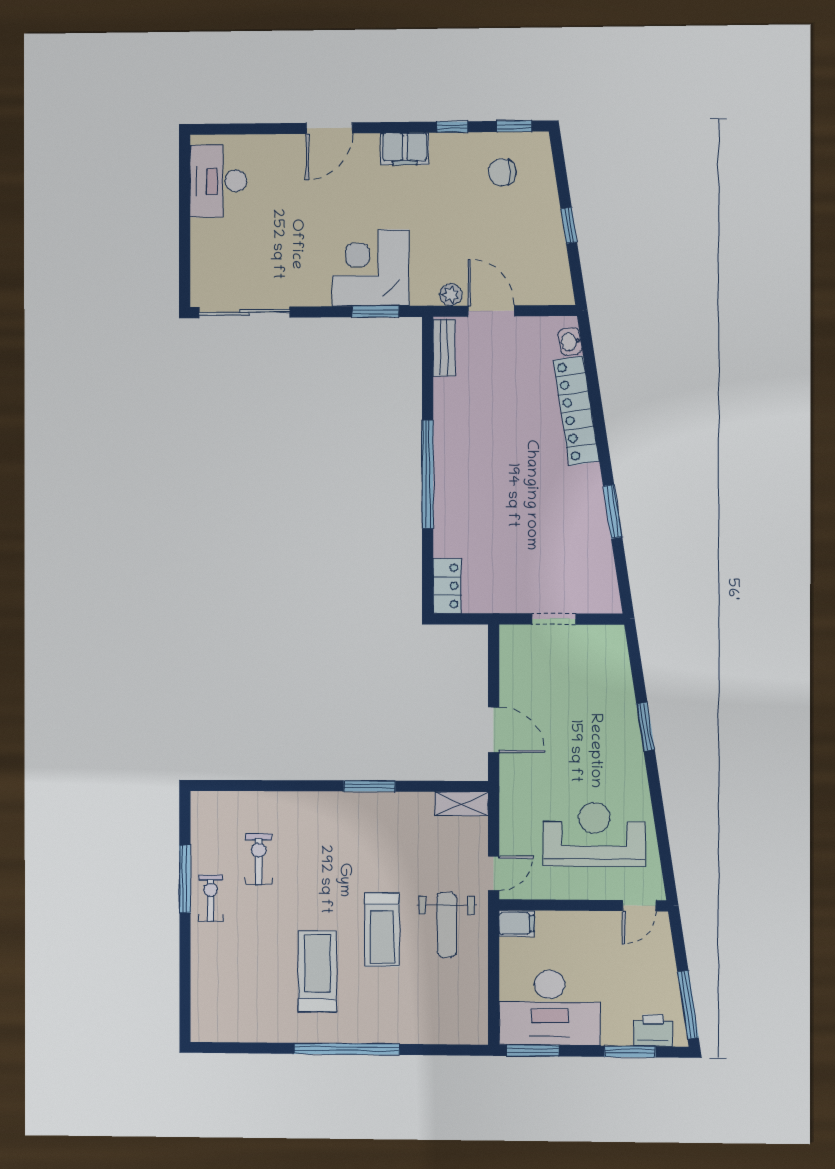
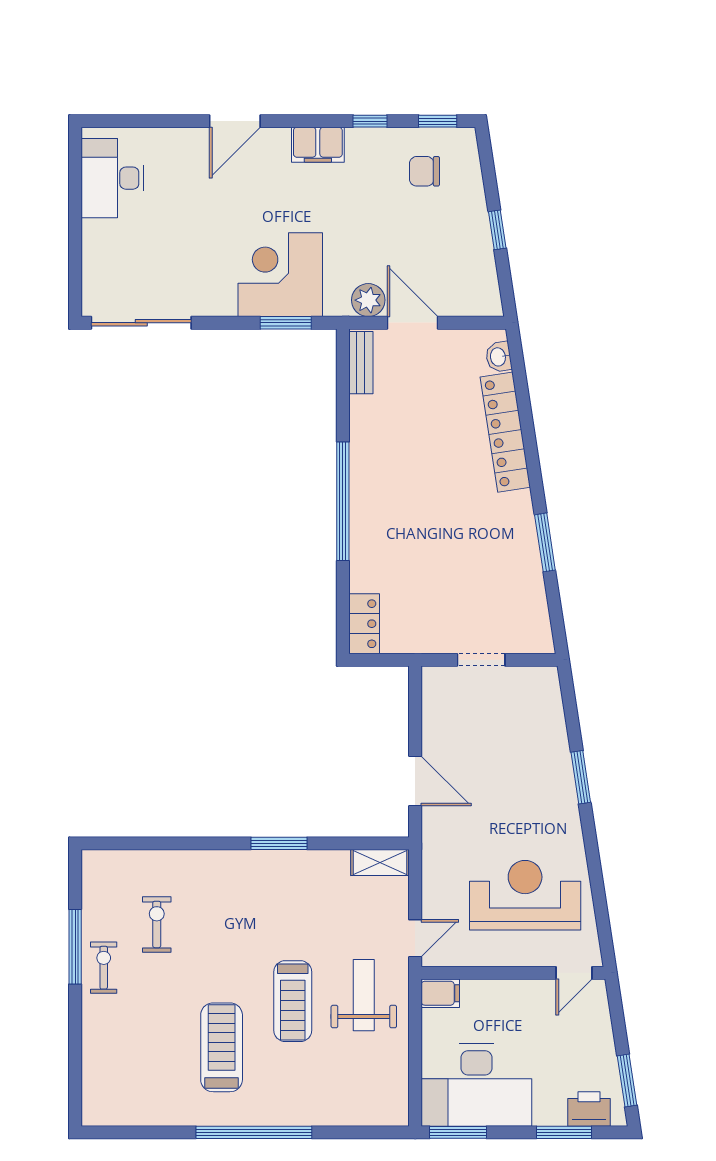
plant: (451, 295) -> (368, 300), width x1.38, depth x1.38
weight bench: (447, 925) -> (364, 995), turned 180
window: (688, 1005) -> (627, 1080), width x0.69

